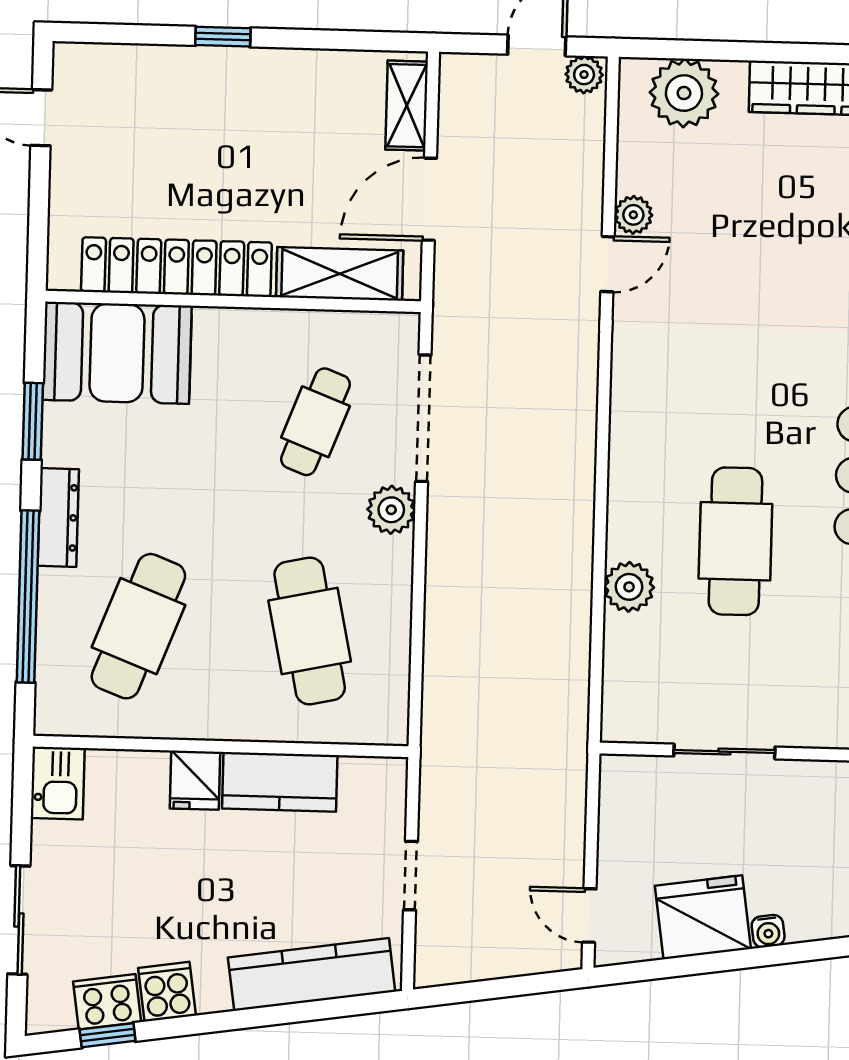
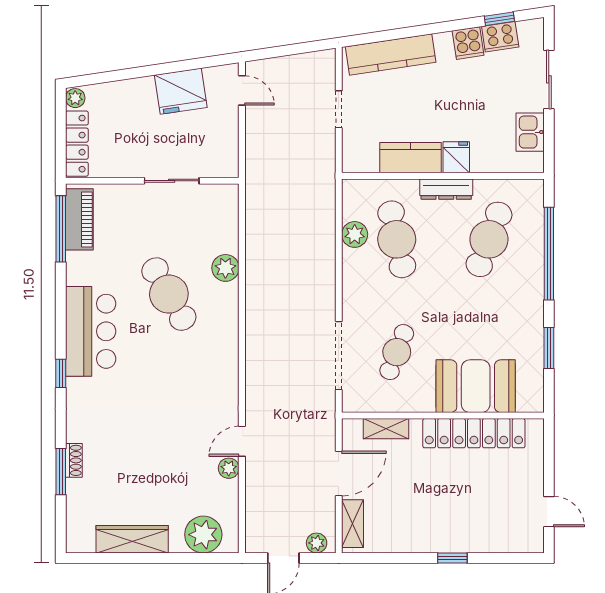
plant: (584, 75) -> (317, 543), moved
shelving: (340, 274) -> (386, 429), width x0.67, depth x0.75
booth: (117, 353) -> (476, 386), moved
plant: (391, 510) -> (355, 234), moved
dresser: (58, 517) -> (446, 189), moved, turned -90
cafe table: (735, 541) -> (169, 294), turned -30
kitchen sink: (58, 783) -> (530, 132), moved
water cooler: (768, 931) -> (145, 85), removed

